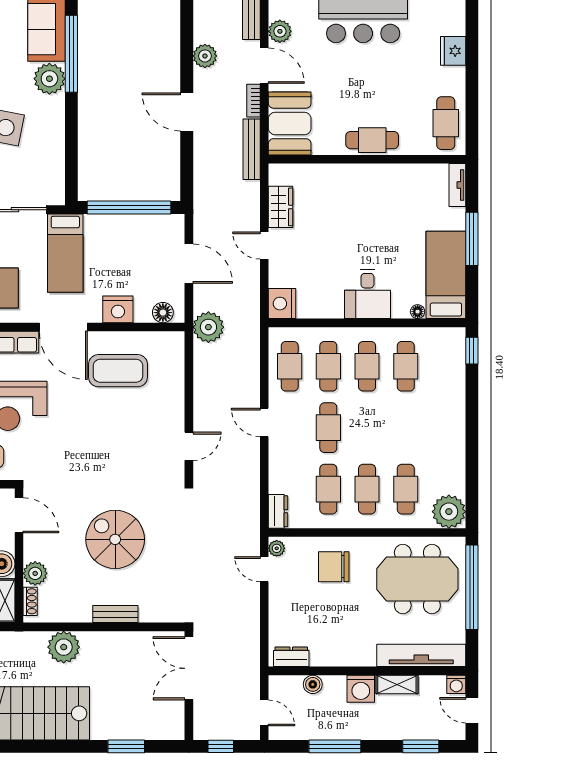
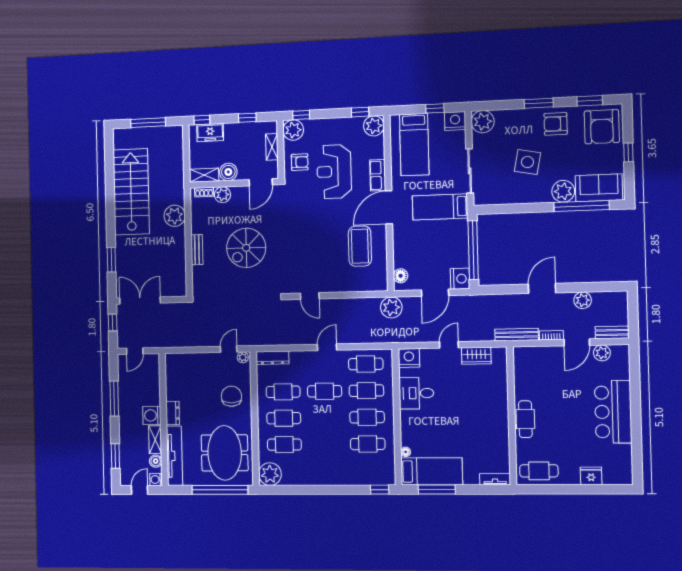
booth: (290, 123) -> (536, 361), removed
window: (472, 239) -> (437, 489), moved
desk: (367, 294) -> (416, 393), moved
nightstand: (118, 309) -> (460, 279), moved, turned 180
dresser: (278, 511) -> (272, 358), width x1.44
spiral stairs: (115, 539) -> (246, 248), turned 180
dresser: (291, 657) -> (173, 413), moved
double door: (189, 668) -> (140, 301), moved
boiler: (313, 684) -> (156, 461), moved

